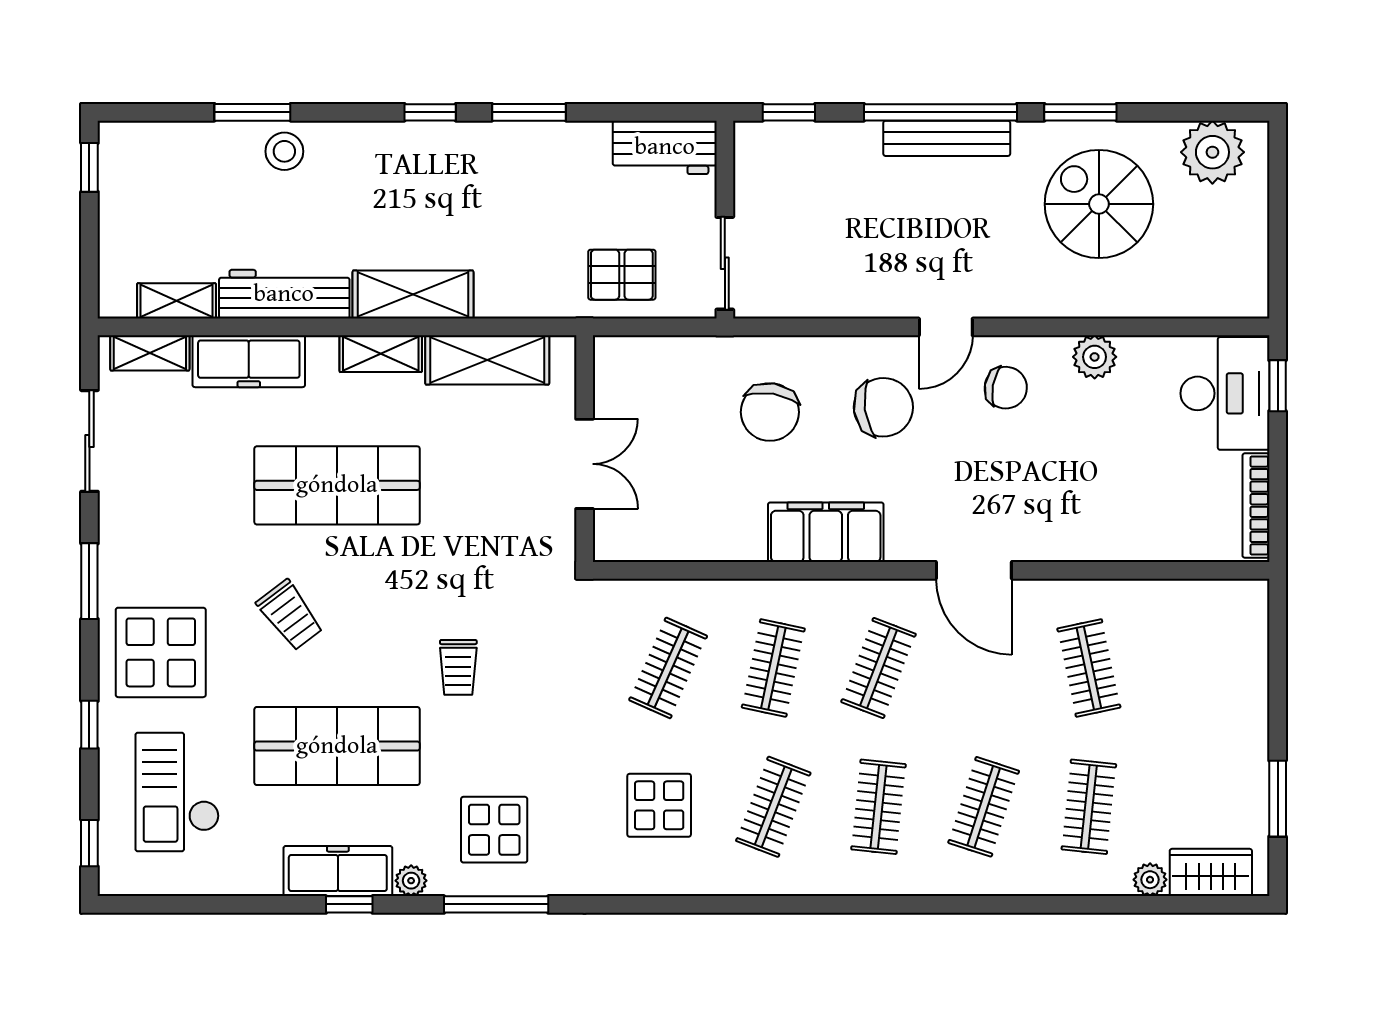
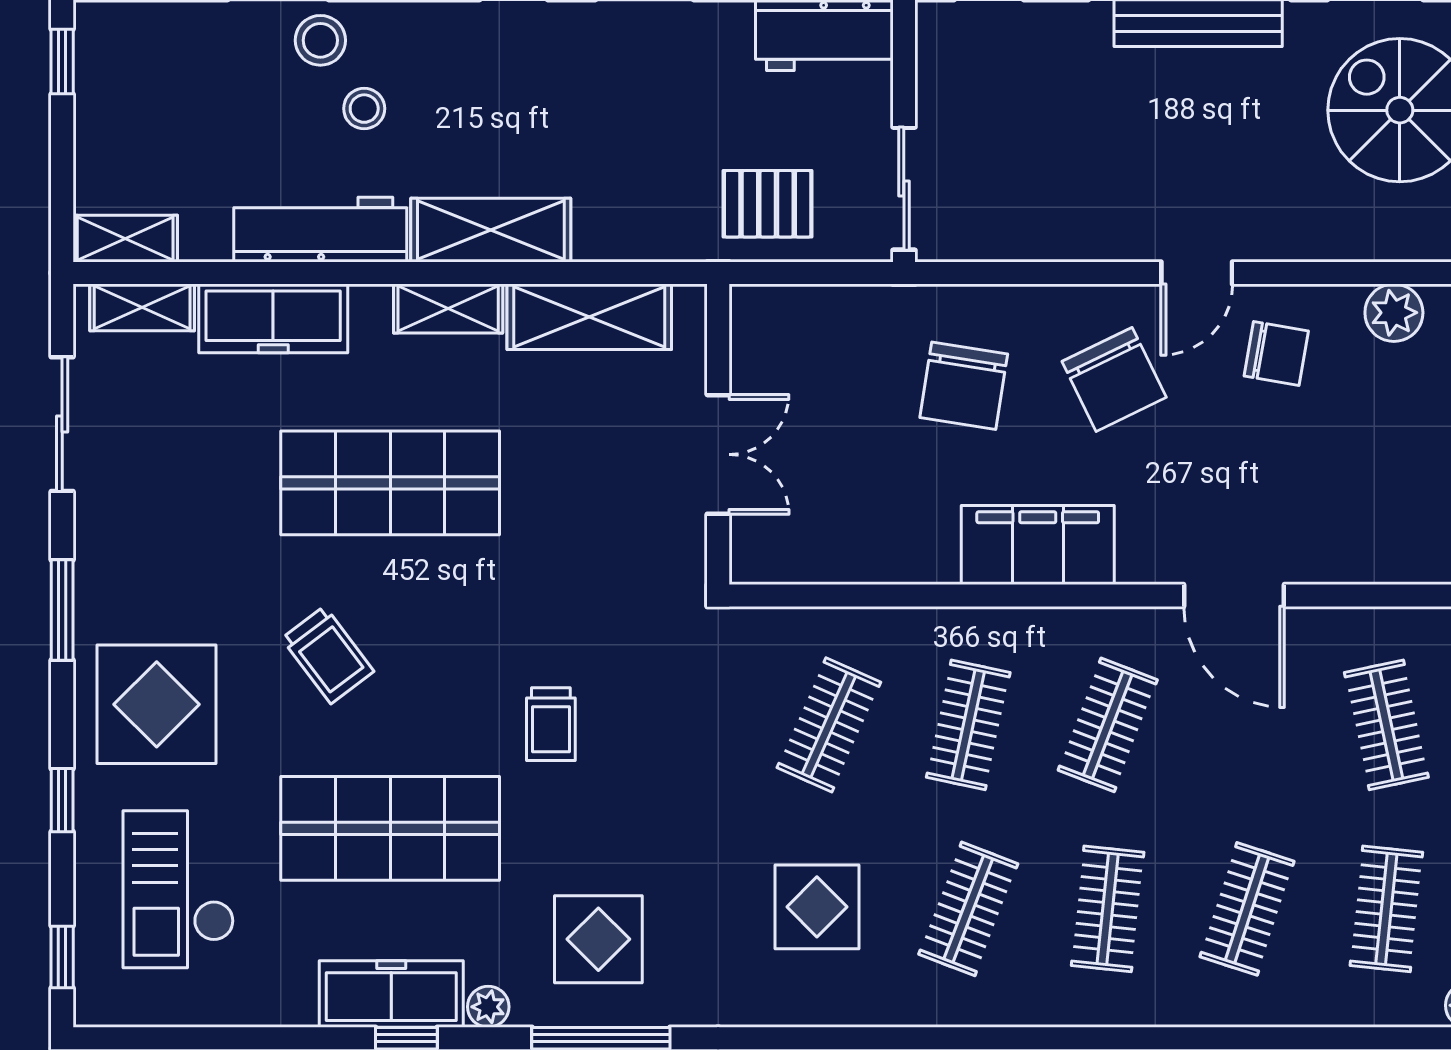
stool: (317, 203) -> (364, 109), added
shelving: (176, 301) -> (125, 239), moved
chair: (883, 407) -> (1114, 379), turned 72

